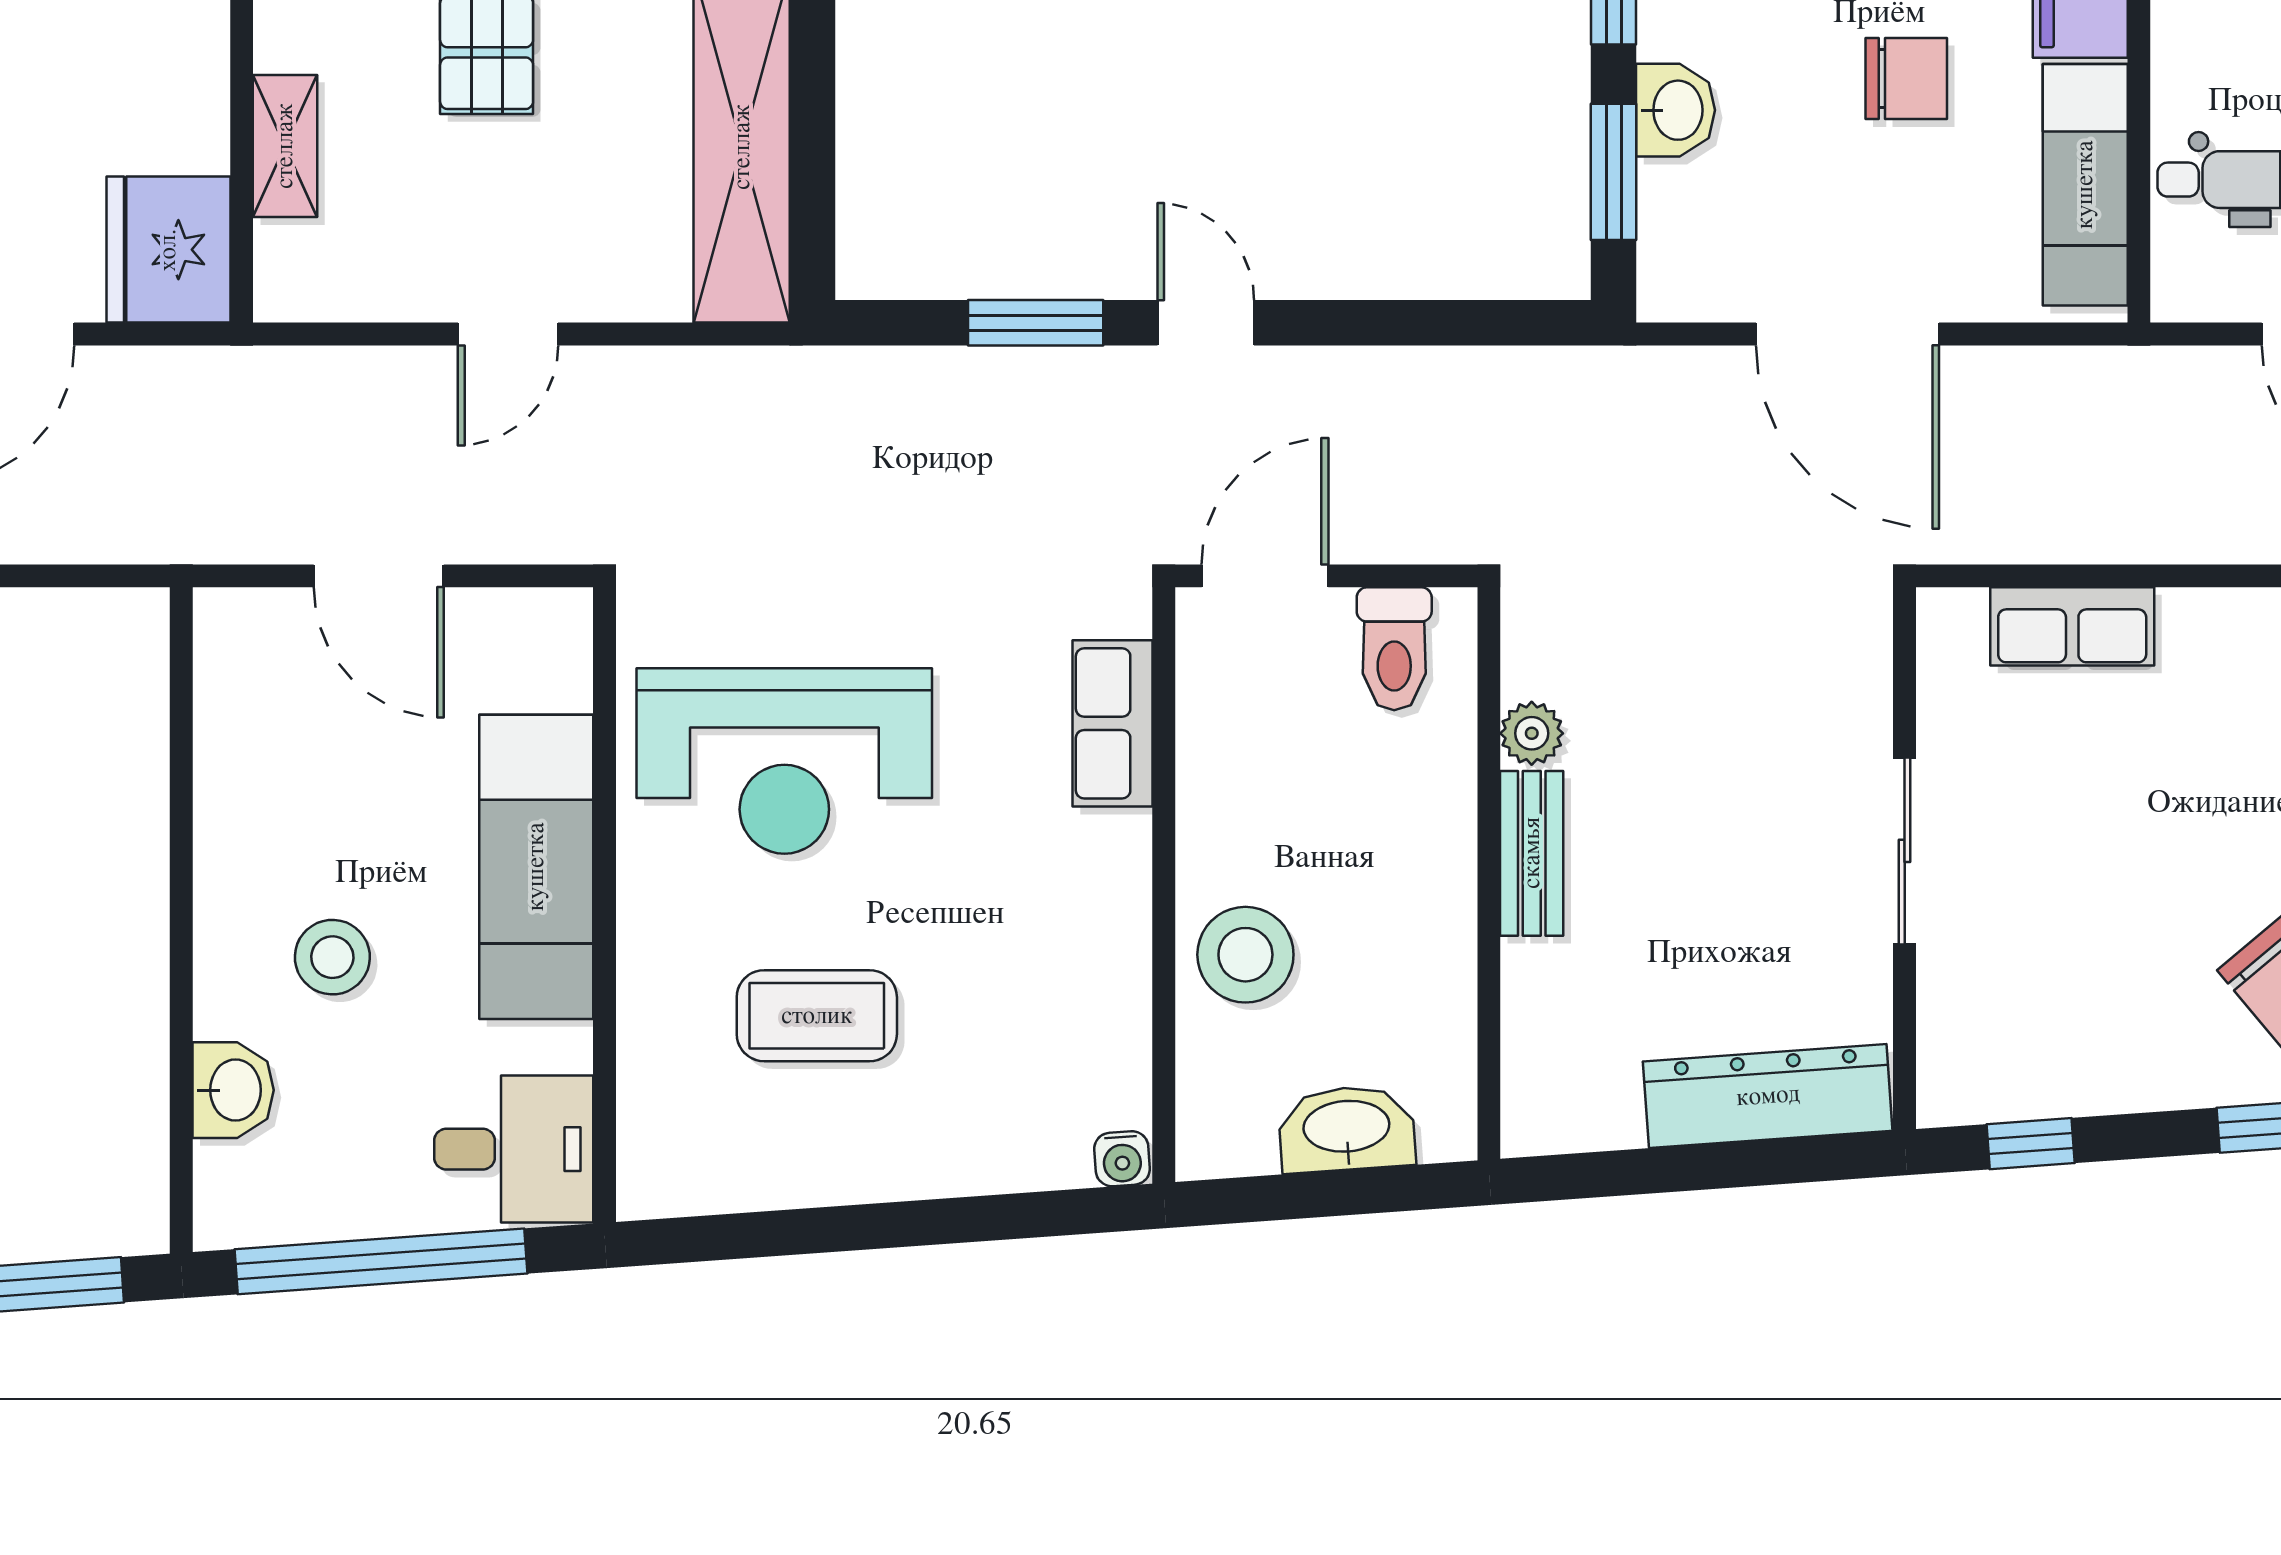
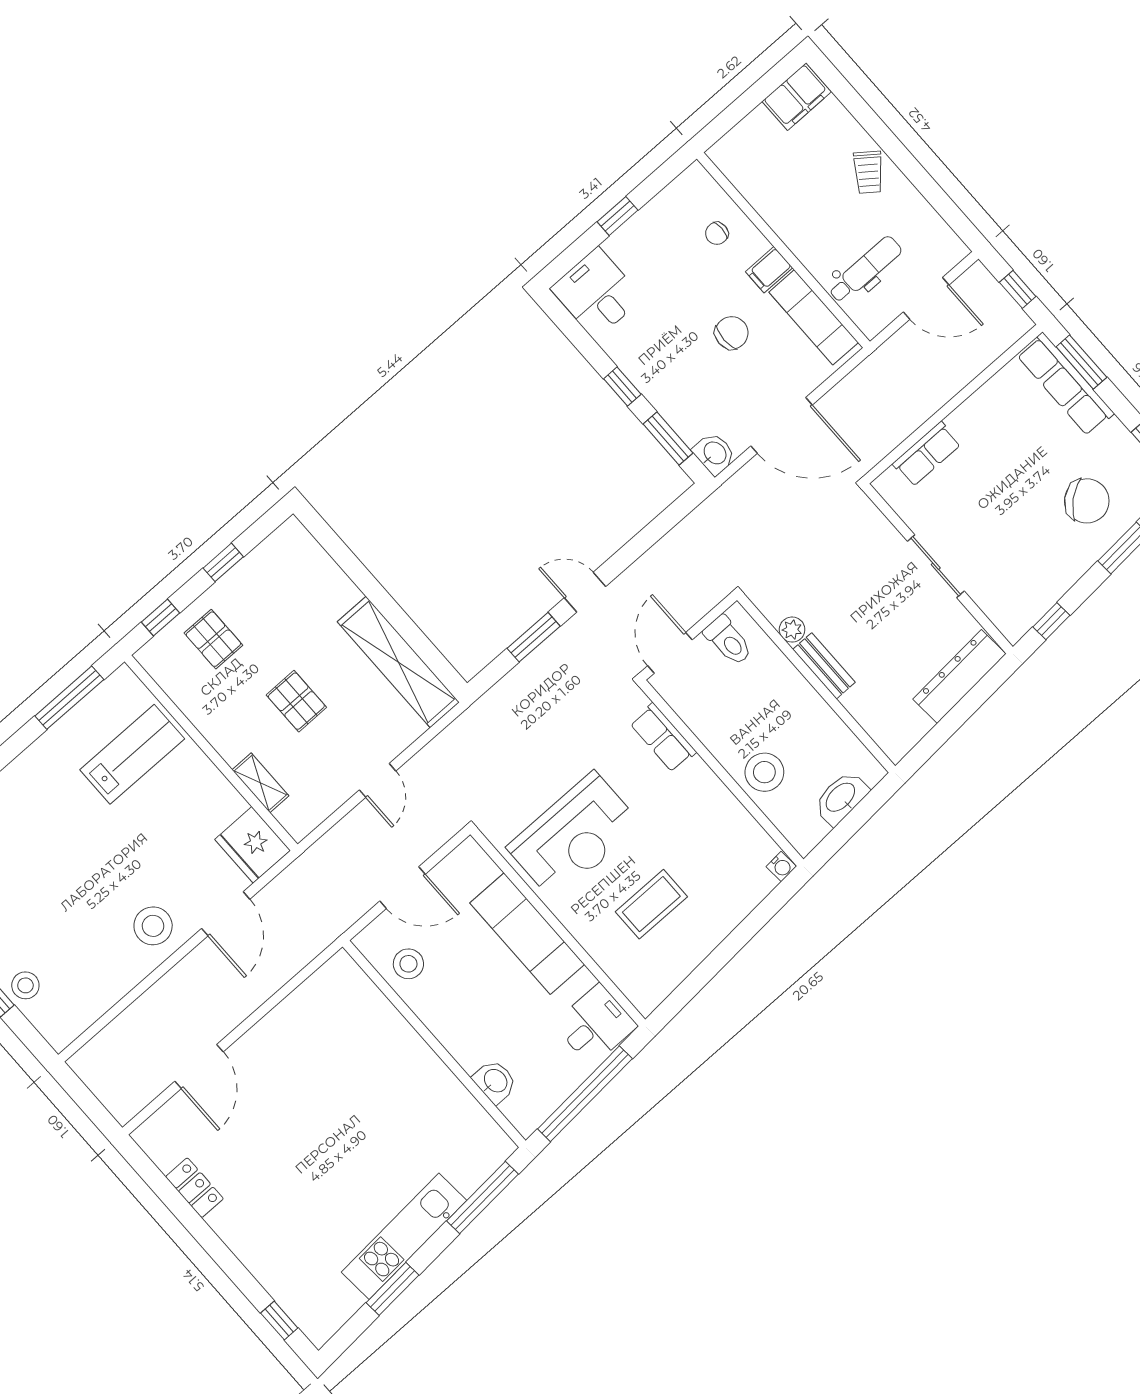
washbasin: (1676, 110) -> (714, 454), moved
stool: (332, 957) -> (408, 964), moved

